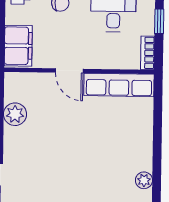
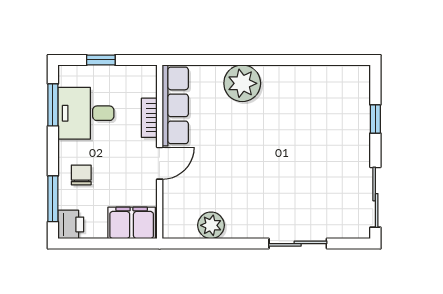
bookcase: (148, 53) -> (149, 118), moved, turned 90
plant: (144, 180) -> (242, 83), moved, width x1.87, depth x1.87

